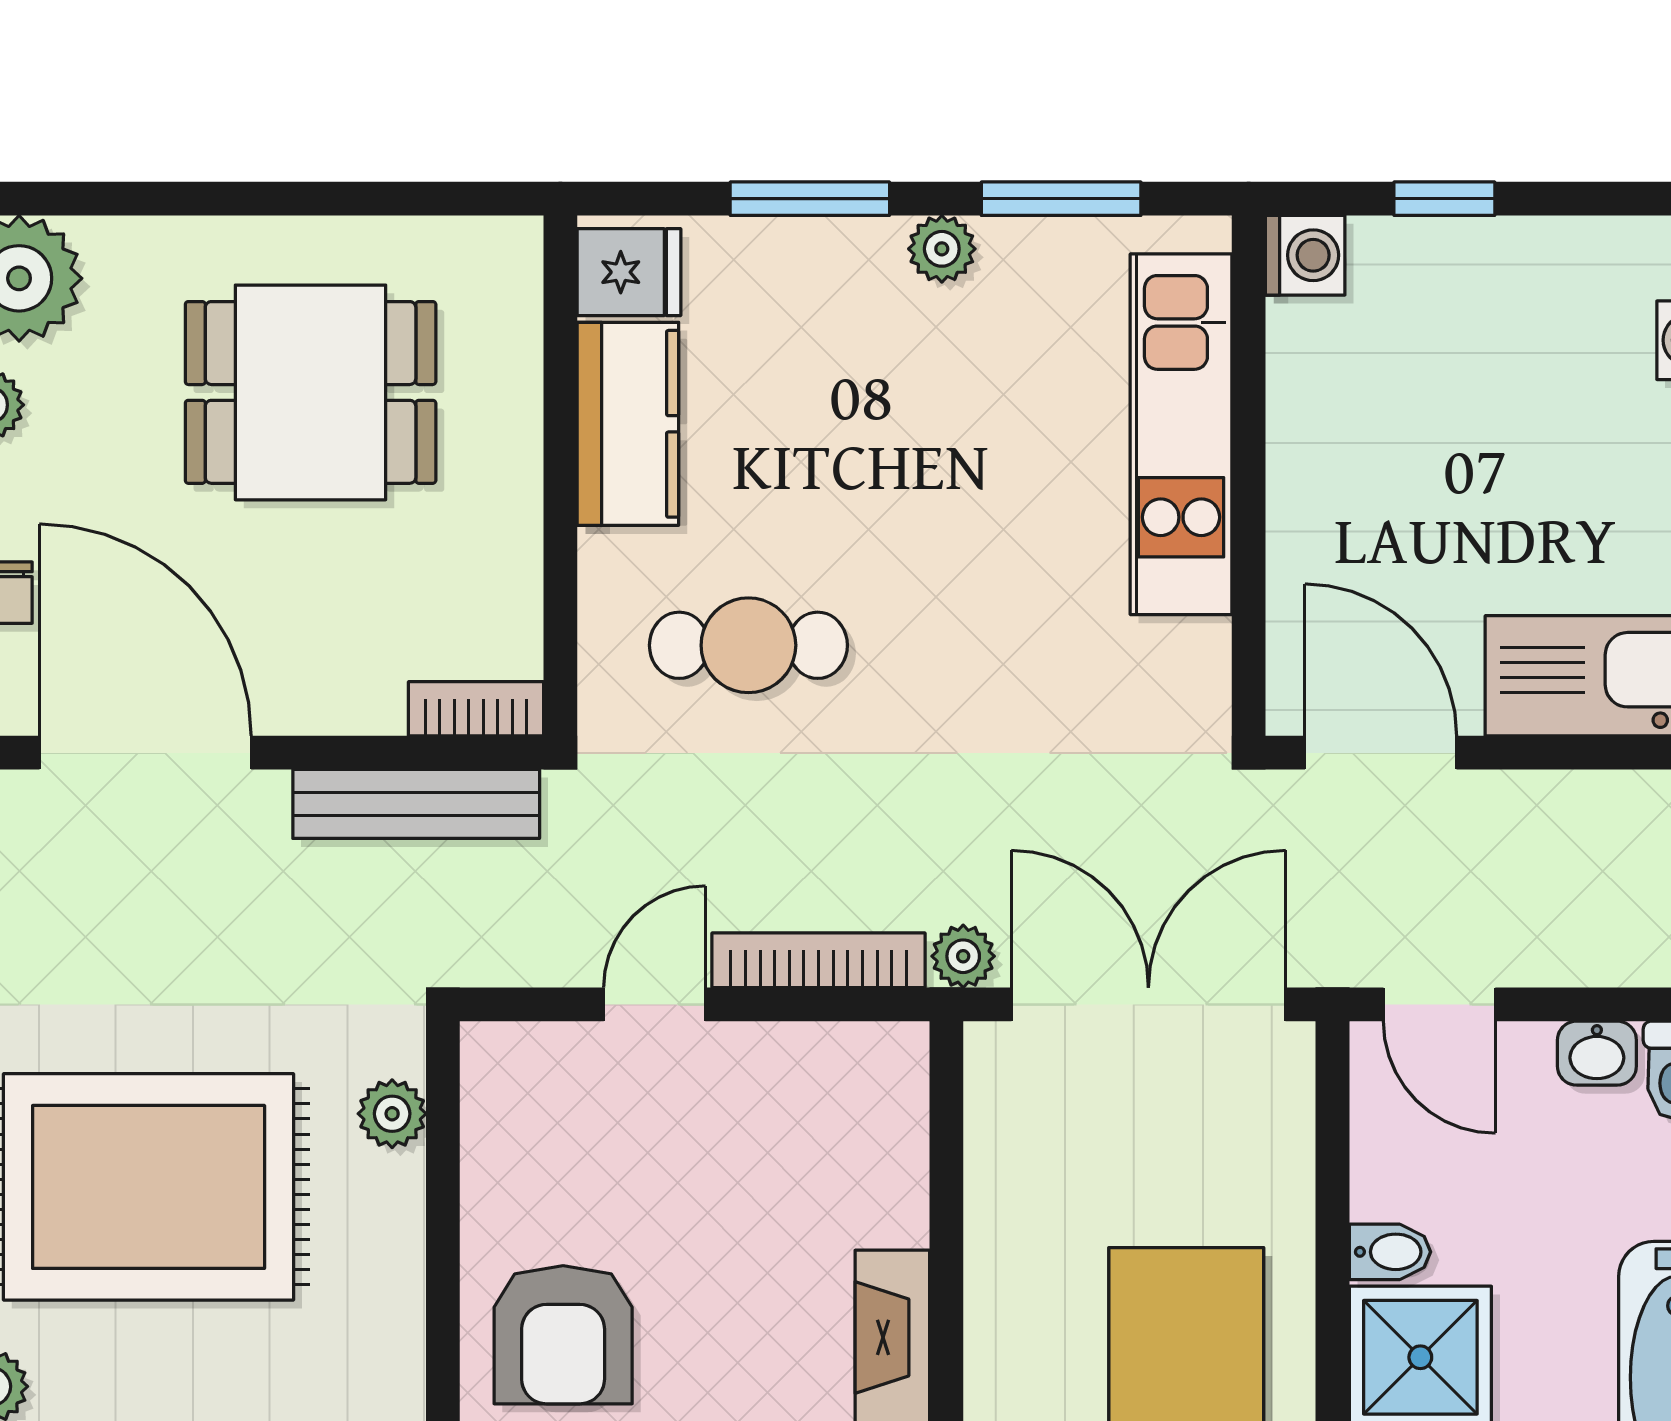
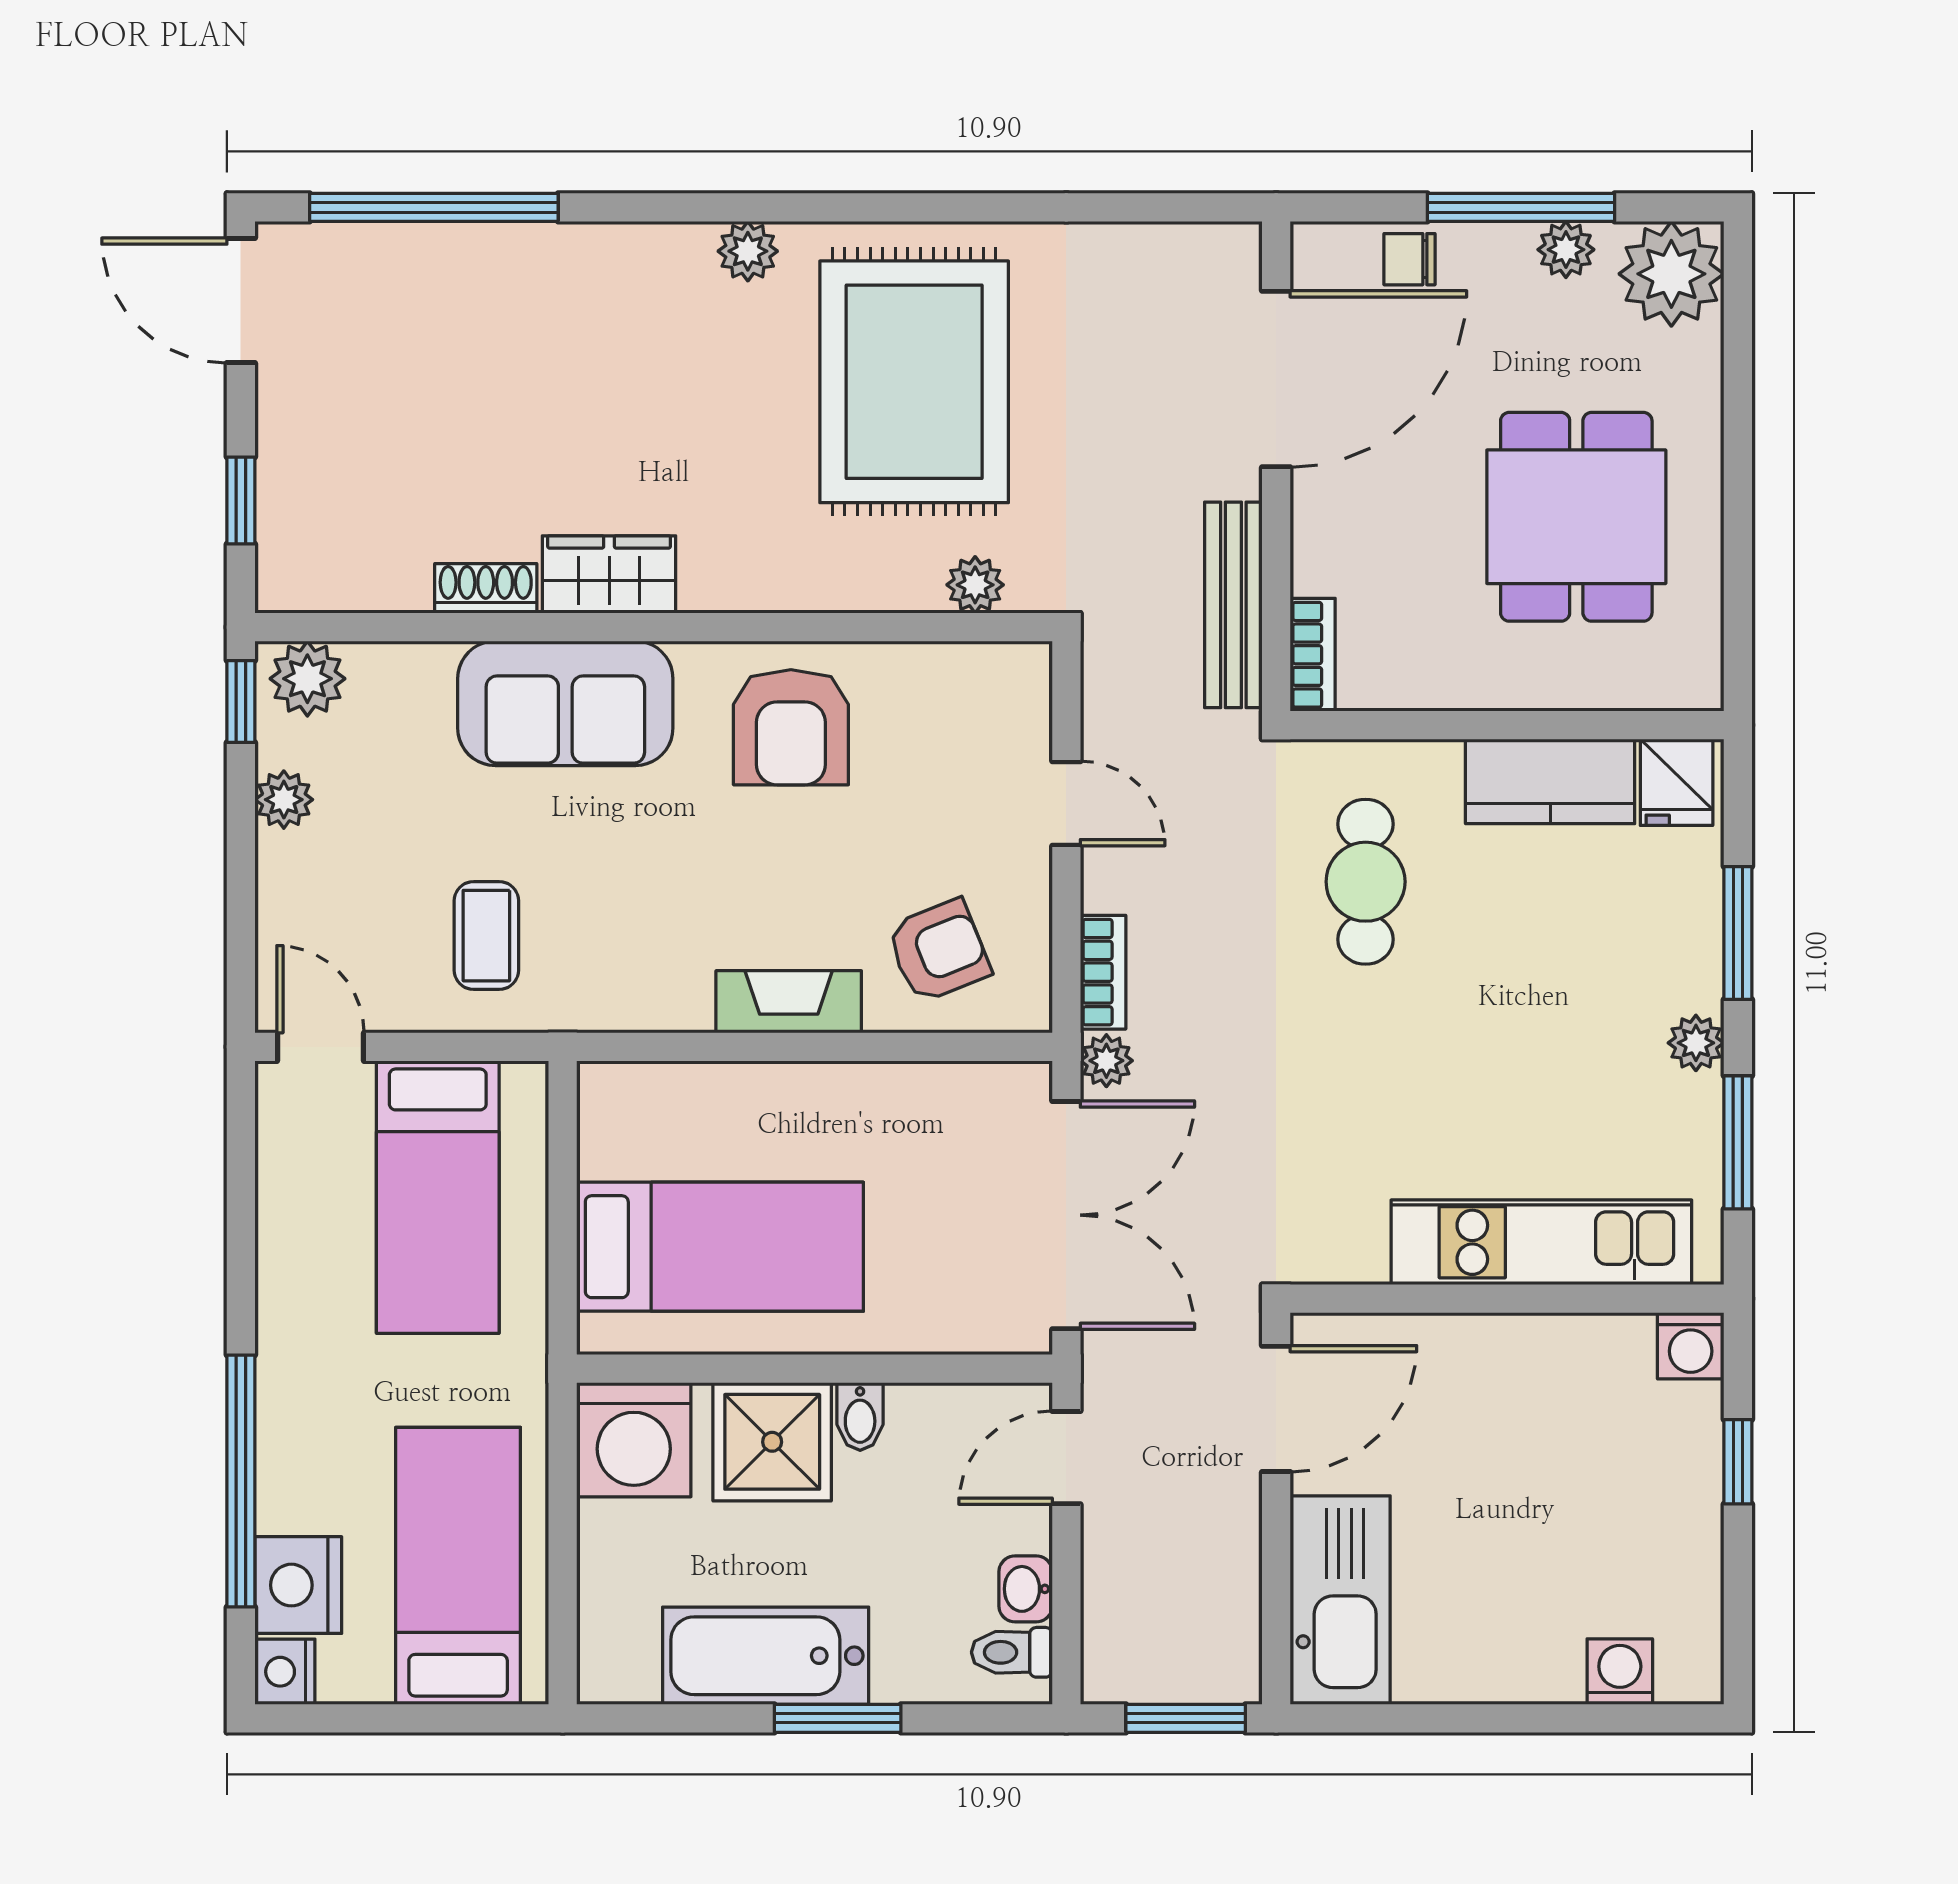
bookcase: (819, 960) -> (1103, 972), width x0.64
armchair: (831, 1158) -> (939, 951), added
armchair: (563, 1335) -> (791, 727), turned -90

